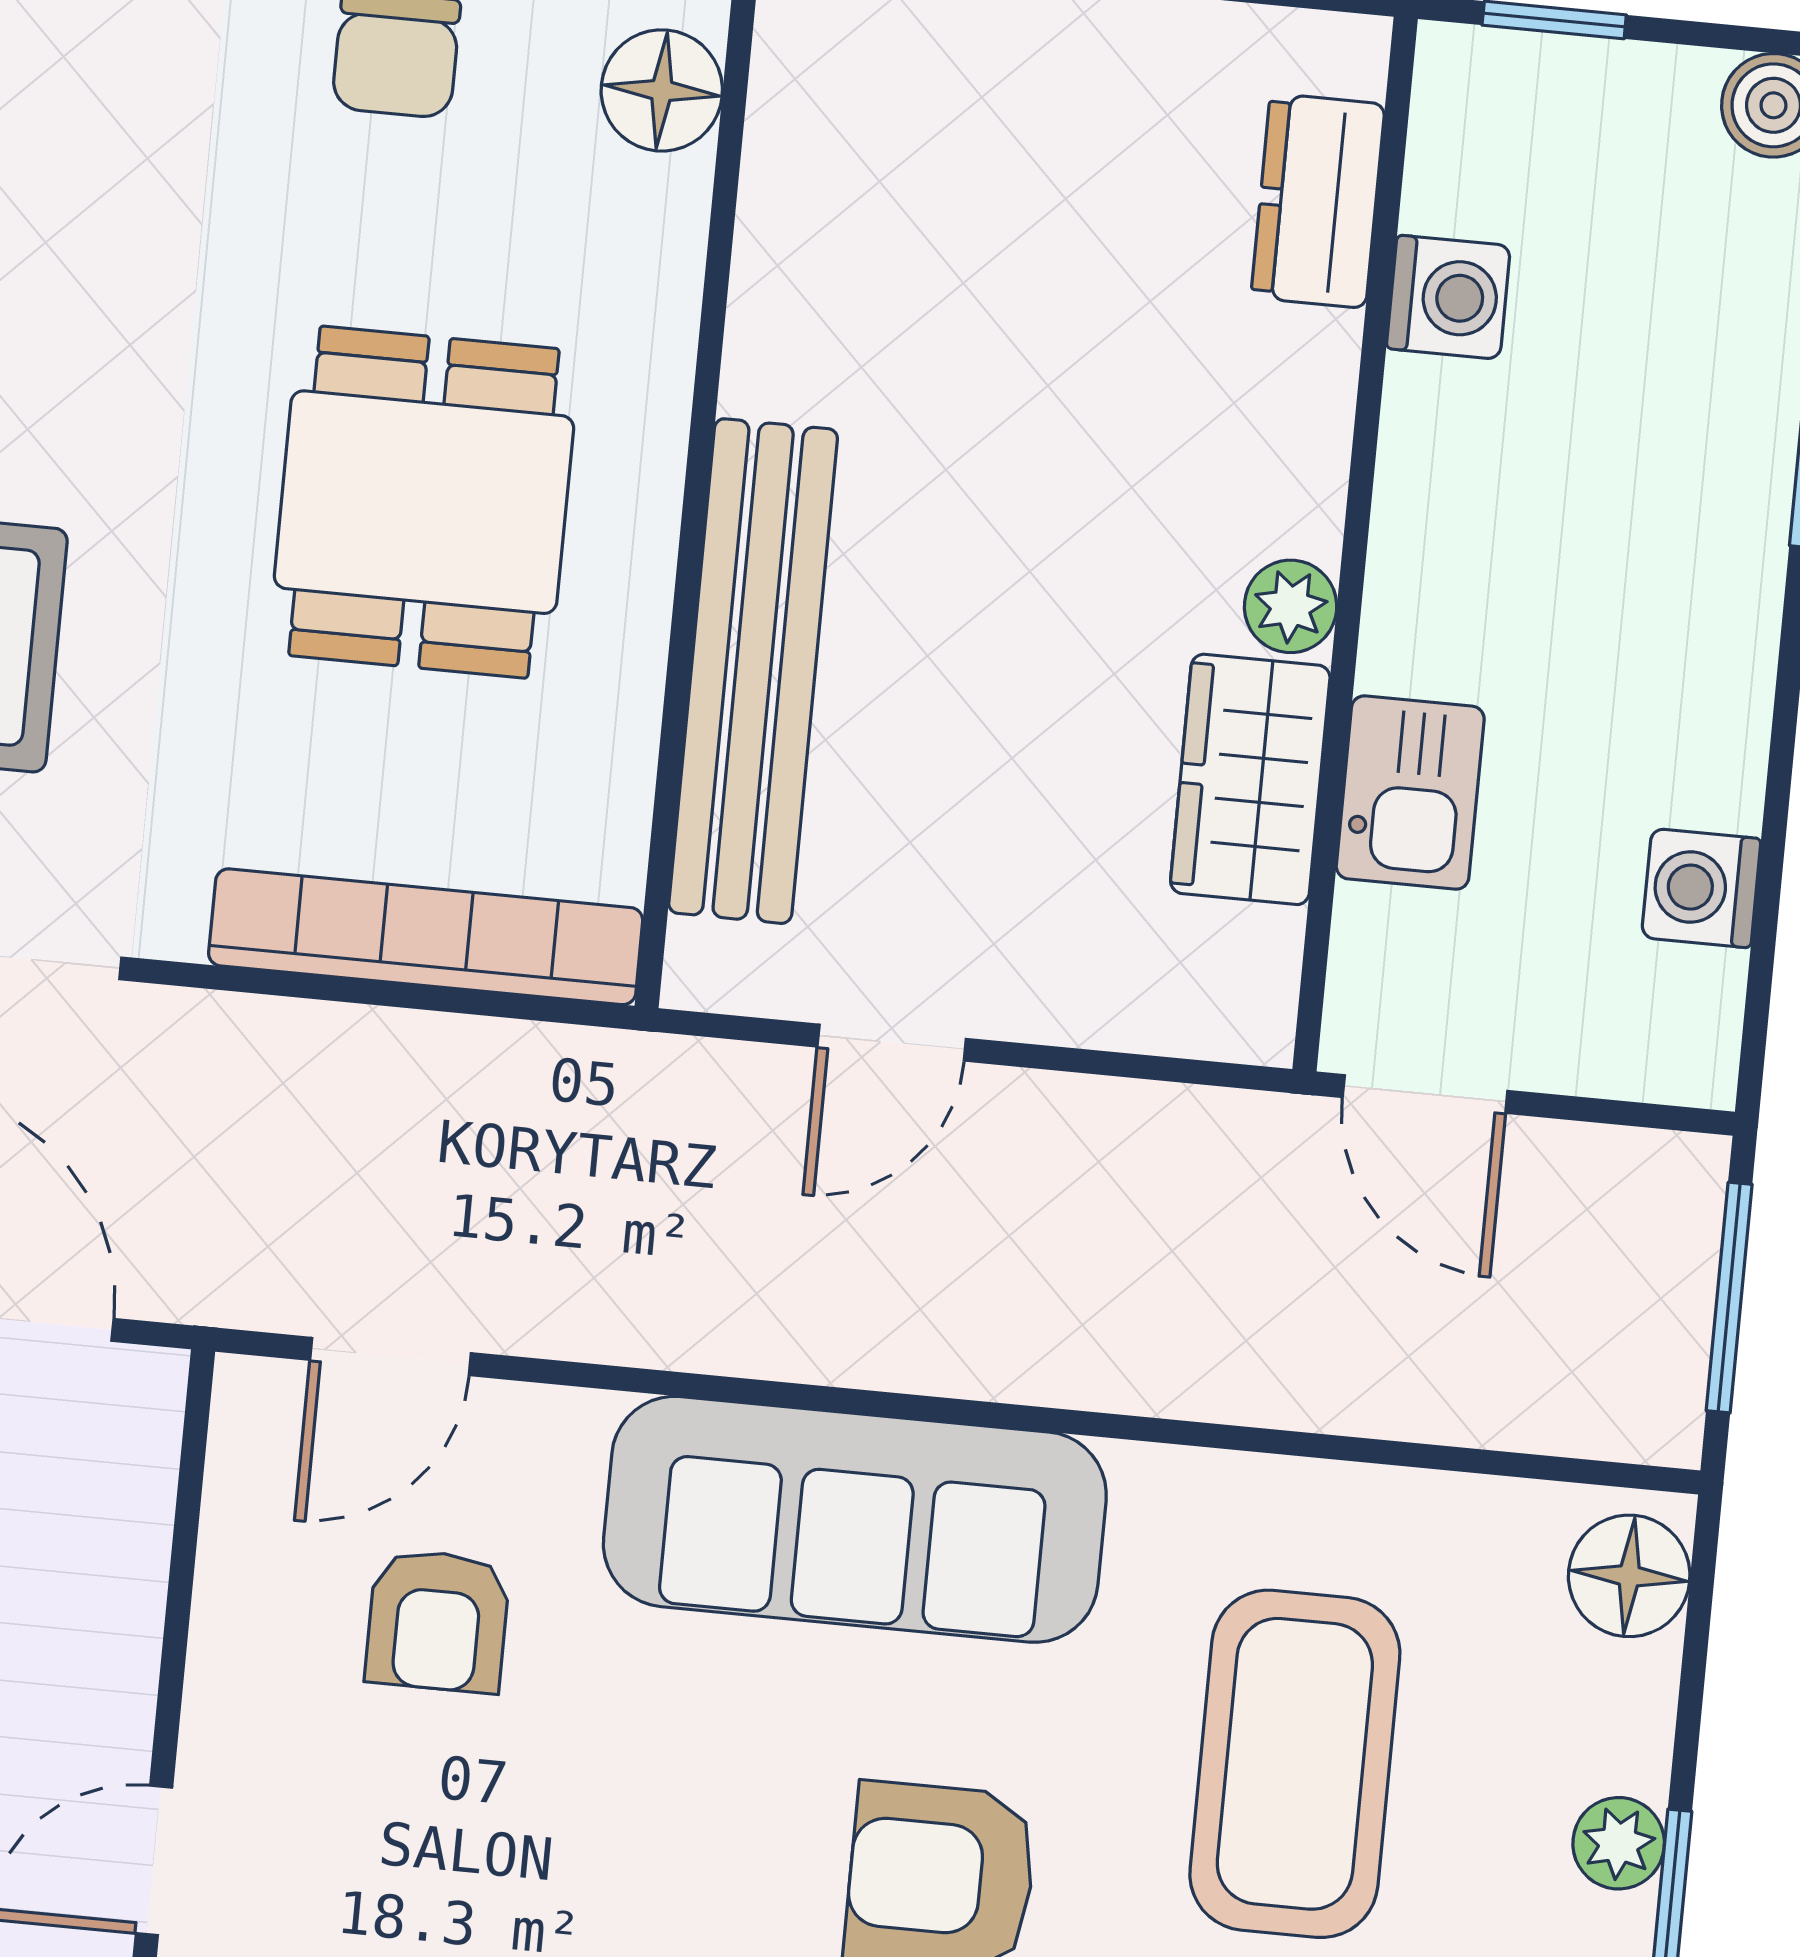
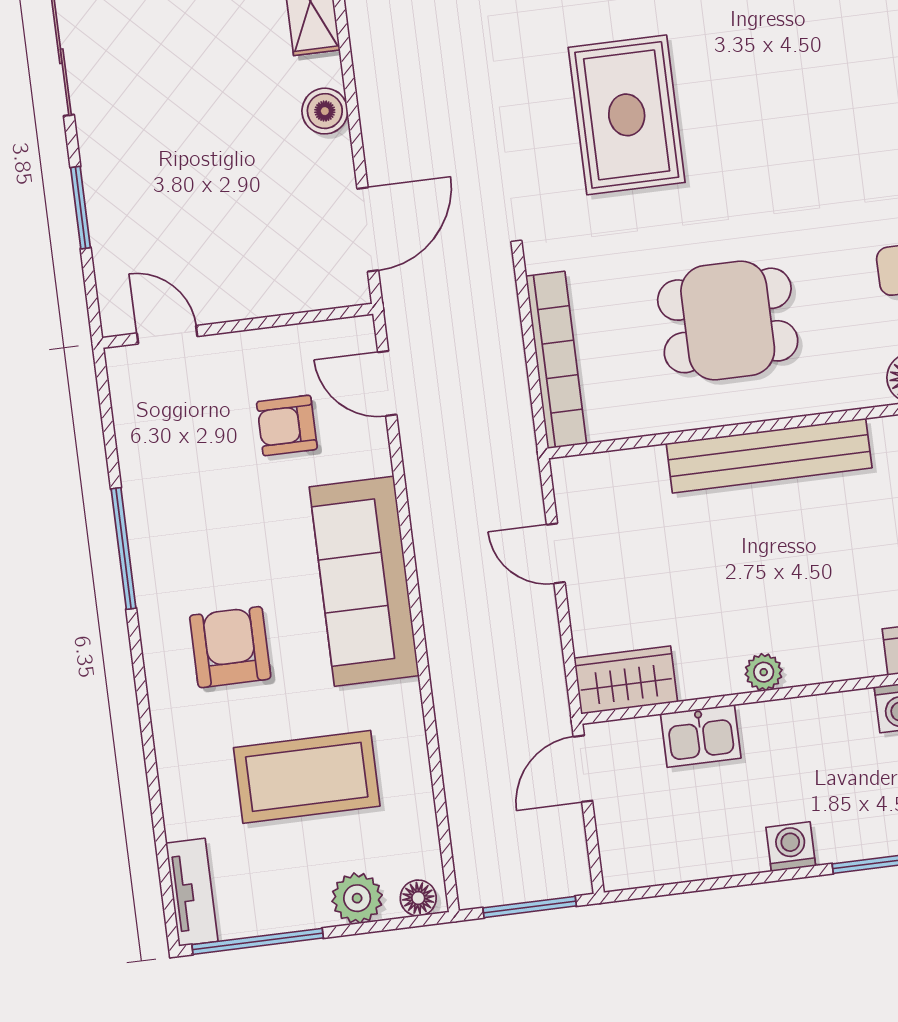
bench: (753, 671) -> (769, 456), moved
wardrobe: (1250, 779) -> (626, 680), moved
washing machine: (1701, 888) -> (791, 847), moved
floor lamp: (1629, 1576) -> (418, 898), width x0.73, depth x0.73
plant: (1619, 1843) -> (357, 898), moved, width x1.38, depth x1.38

